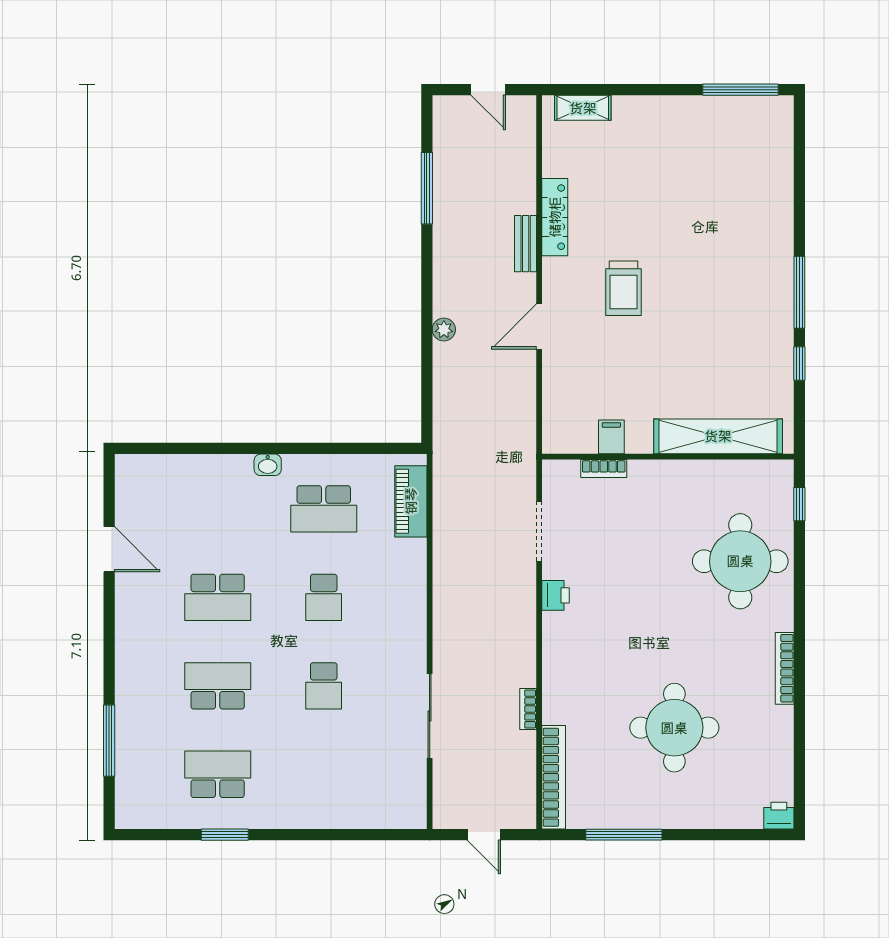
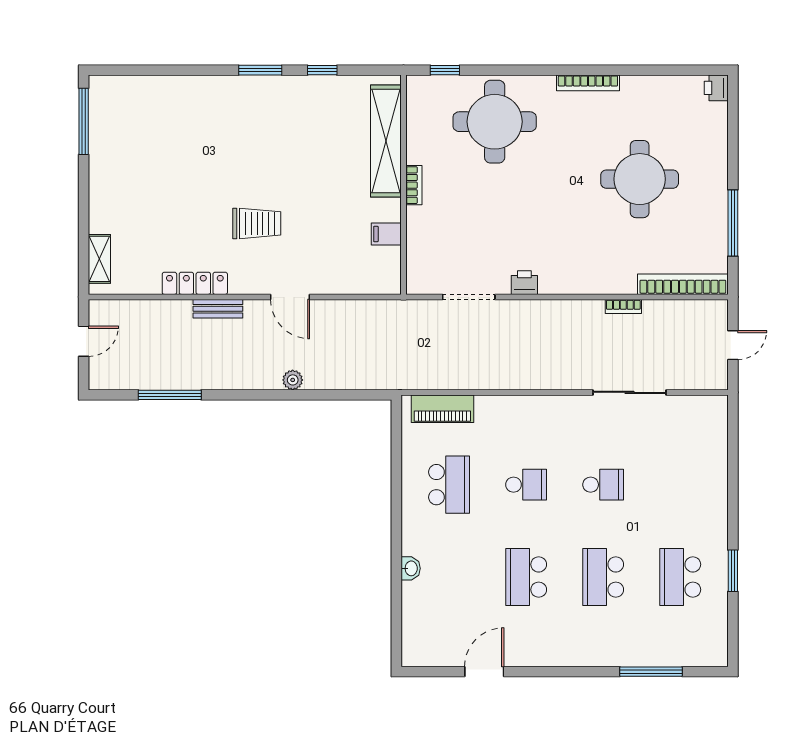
window: (799, 292) -> (260, 70), width x0.69
washbasin: (268, 465) -> (411, 568), moved
bookcase: (604, 469) -> (414, 185), moved
school desk: (218, 597) -> (526, 577), turned 180

